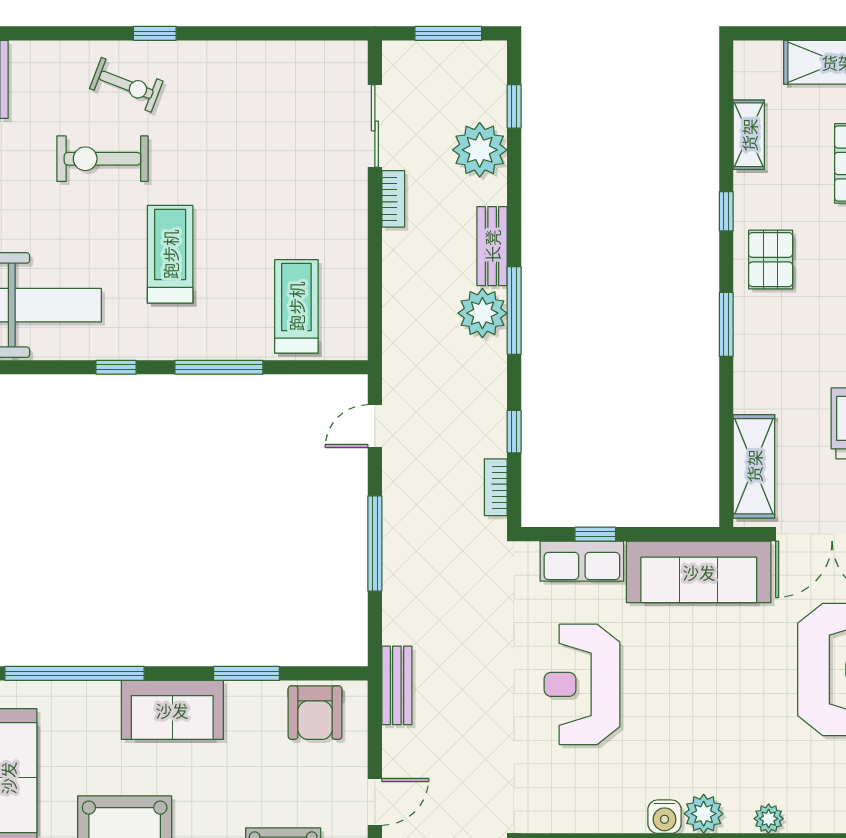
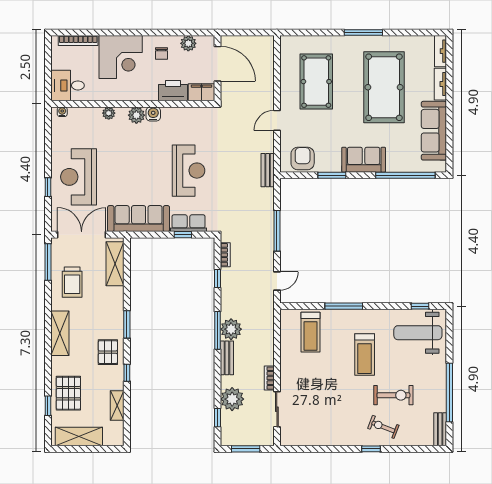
window: (116, 367) -> (420, 306), moved

